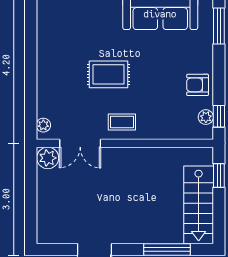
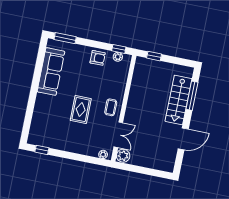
window: (31, 25) -> (42, 150), added
armchair: (198, 85) -> (98, 58), turned -90
stairs: (199, 205) -> (178, 100), moved, turned 90

